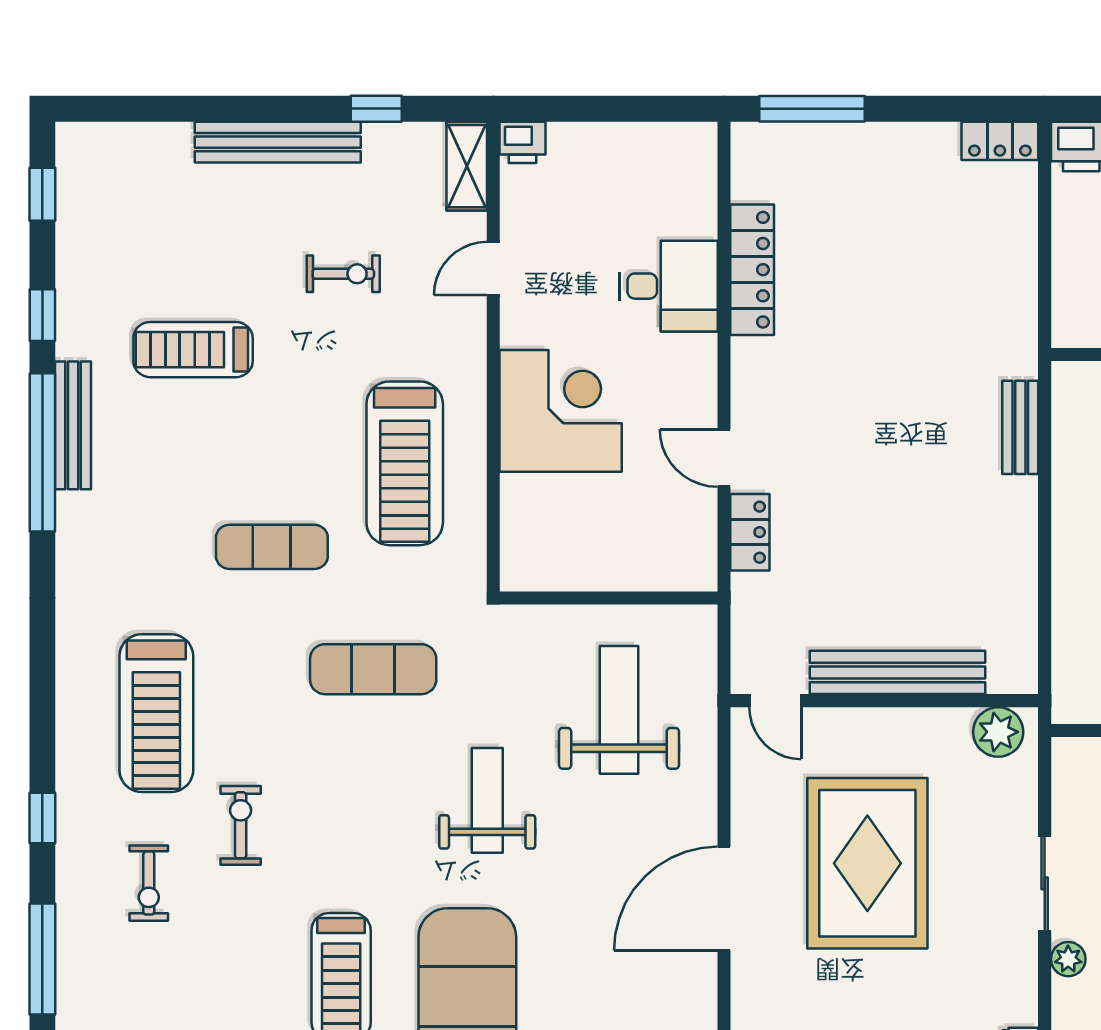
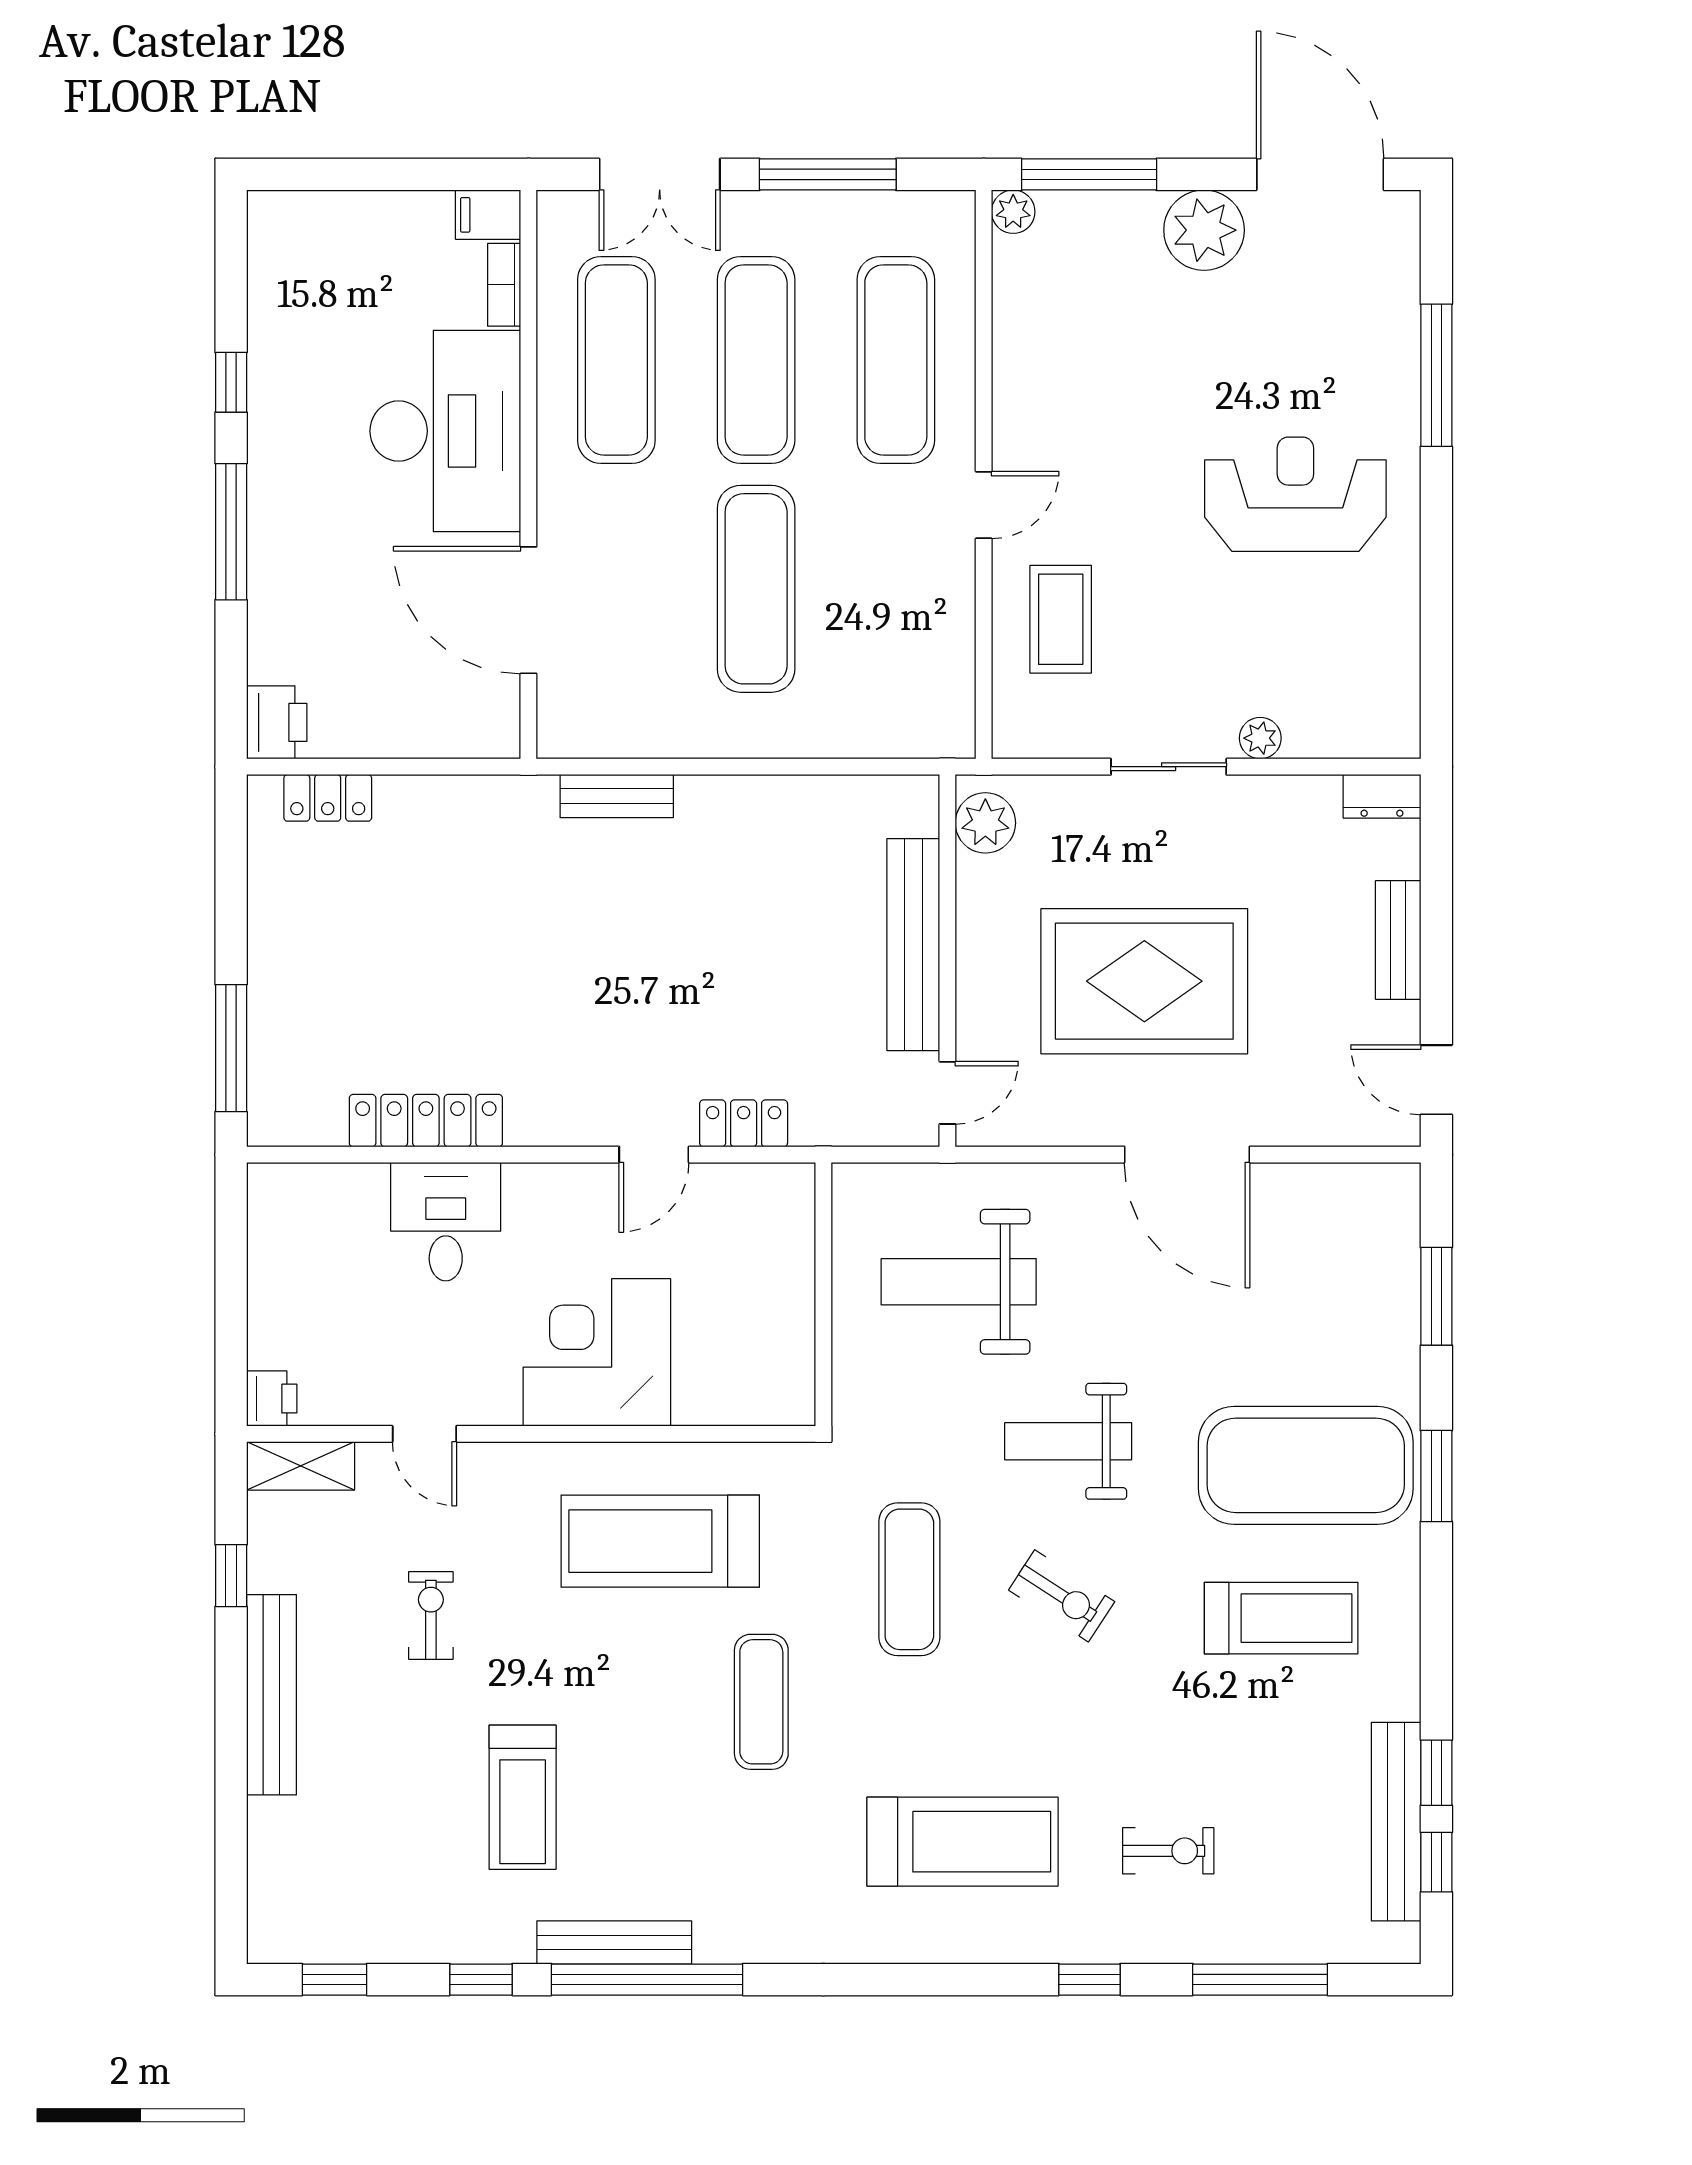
locker: (1000, 141) -> (328, 798), moved, turned 90
treadmill: (405, 463) -> (660, 1541), turned 180
exercise bike: (241, 825) -> (1062, 1596), moved, turned -147

